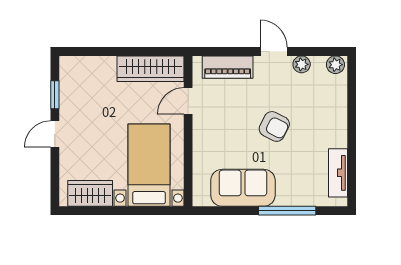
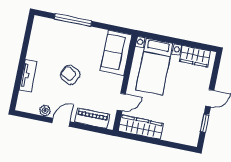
door: (274, 51) -> (61, 122), swing flipped
plant: (335, 65) -> (24, 106), removed
tv unit: (338, 173) -> (28, 76), moved
sofa: (243, 188) -> (116, 53), moved, turned 90

